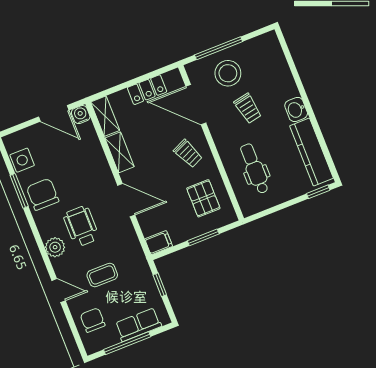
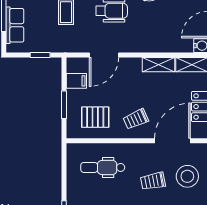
dental chair: (255, 169) -> (103, 167), turned 180
door: (126, 200) -> (104, 55), moved
filing cabinet: (159, 243) -> (76, 81), moved, turned -90

